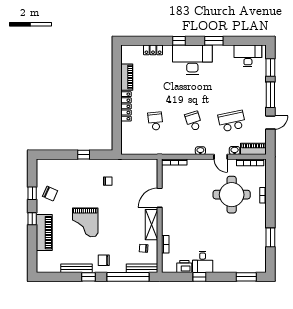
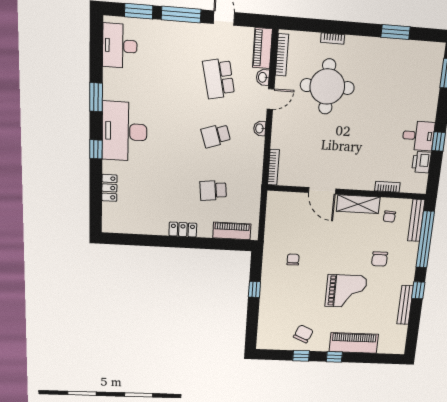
piano: (127, 77) -> (232, 231), moved
locker: (126, 106) -> (183, 230), width x0.66
chair: (104, 260) -> (380, 259), moved

